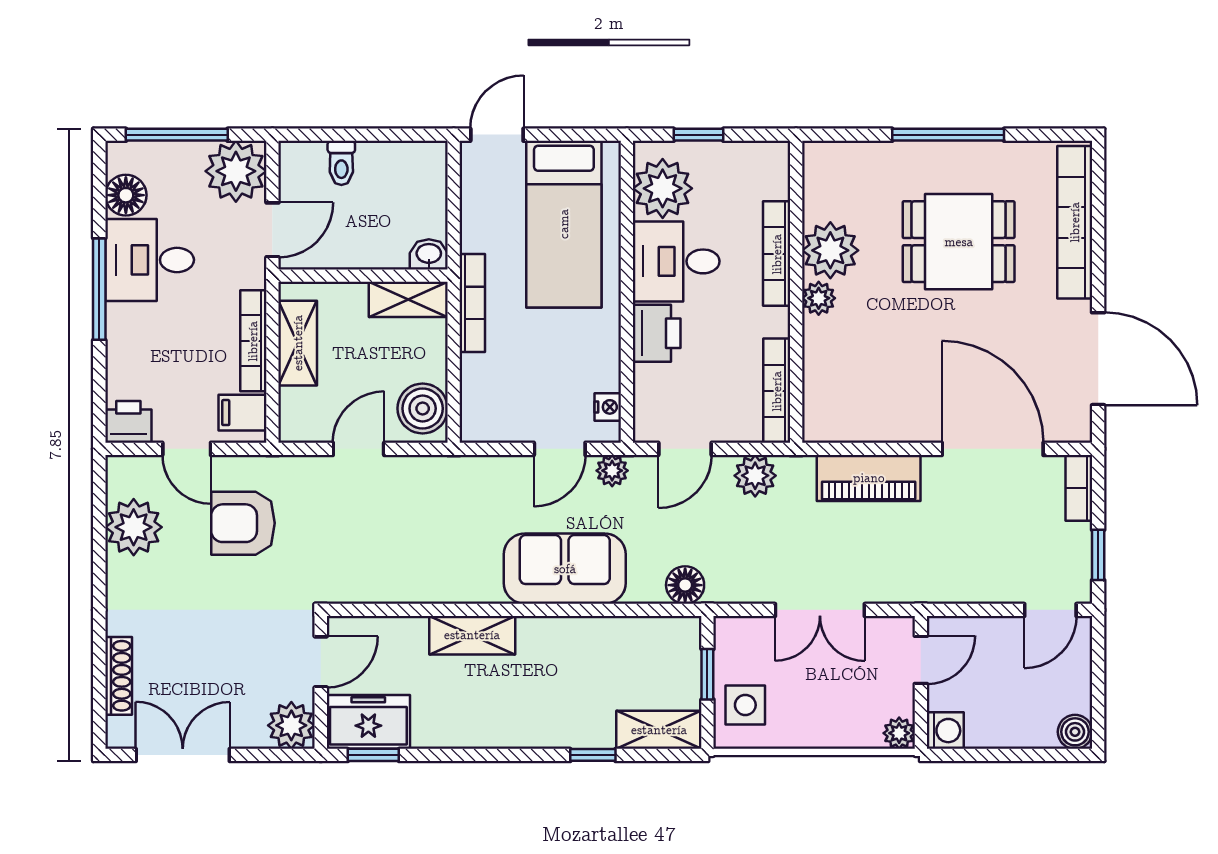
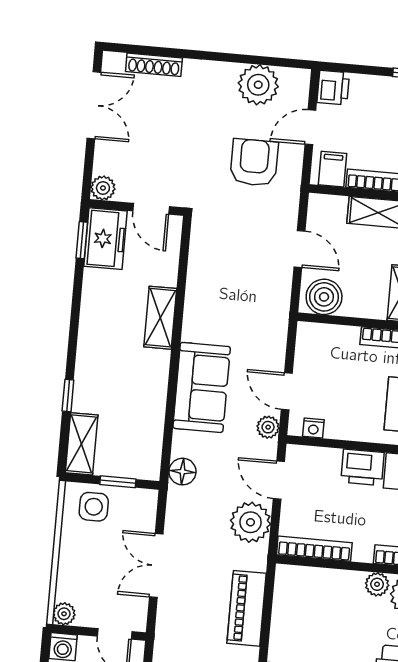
plant: (755, 476) -> (251, 522), width x1.36, depth x1.36
plant: (291, 725) -> (103, 188), width x0.73, depth x0.73

